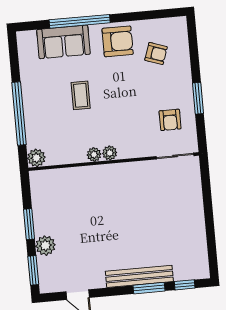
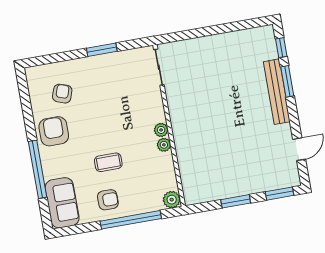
sofa: (63, 42) -> (62, 203), moved
armchair: (170, 120) -> (108, 200), moved
plant: (45, 246) -> (255, 184), removed

